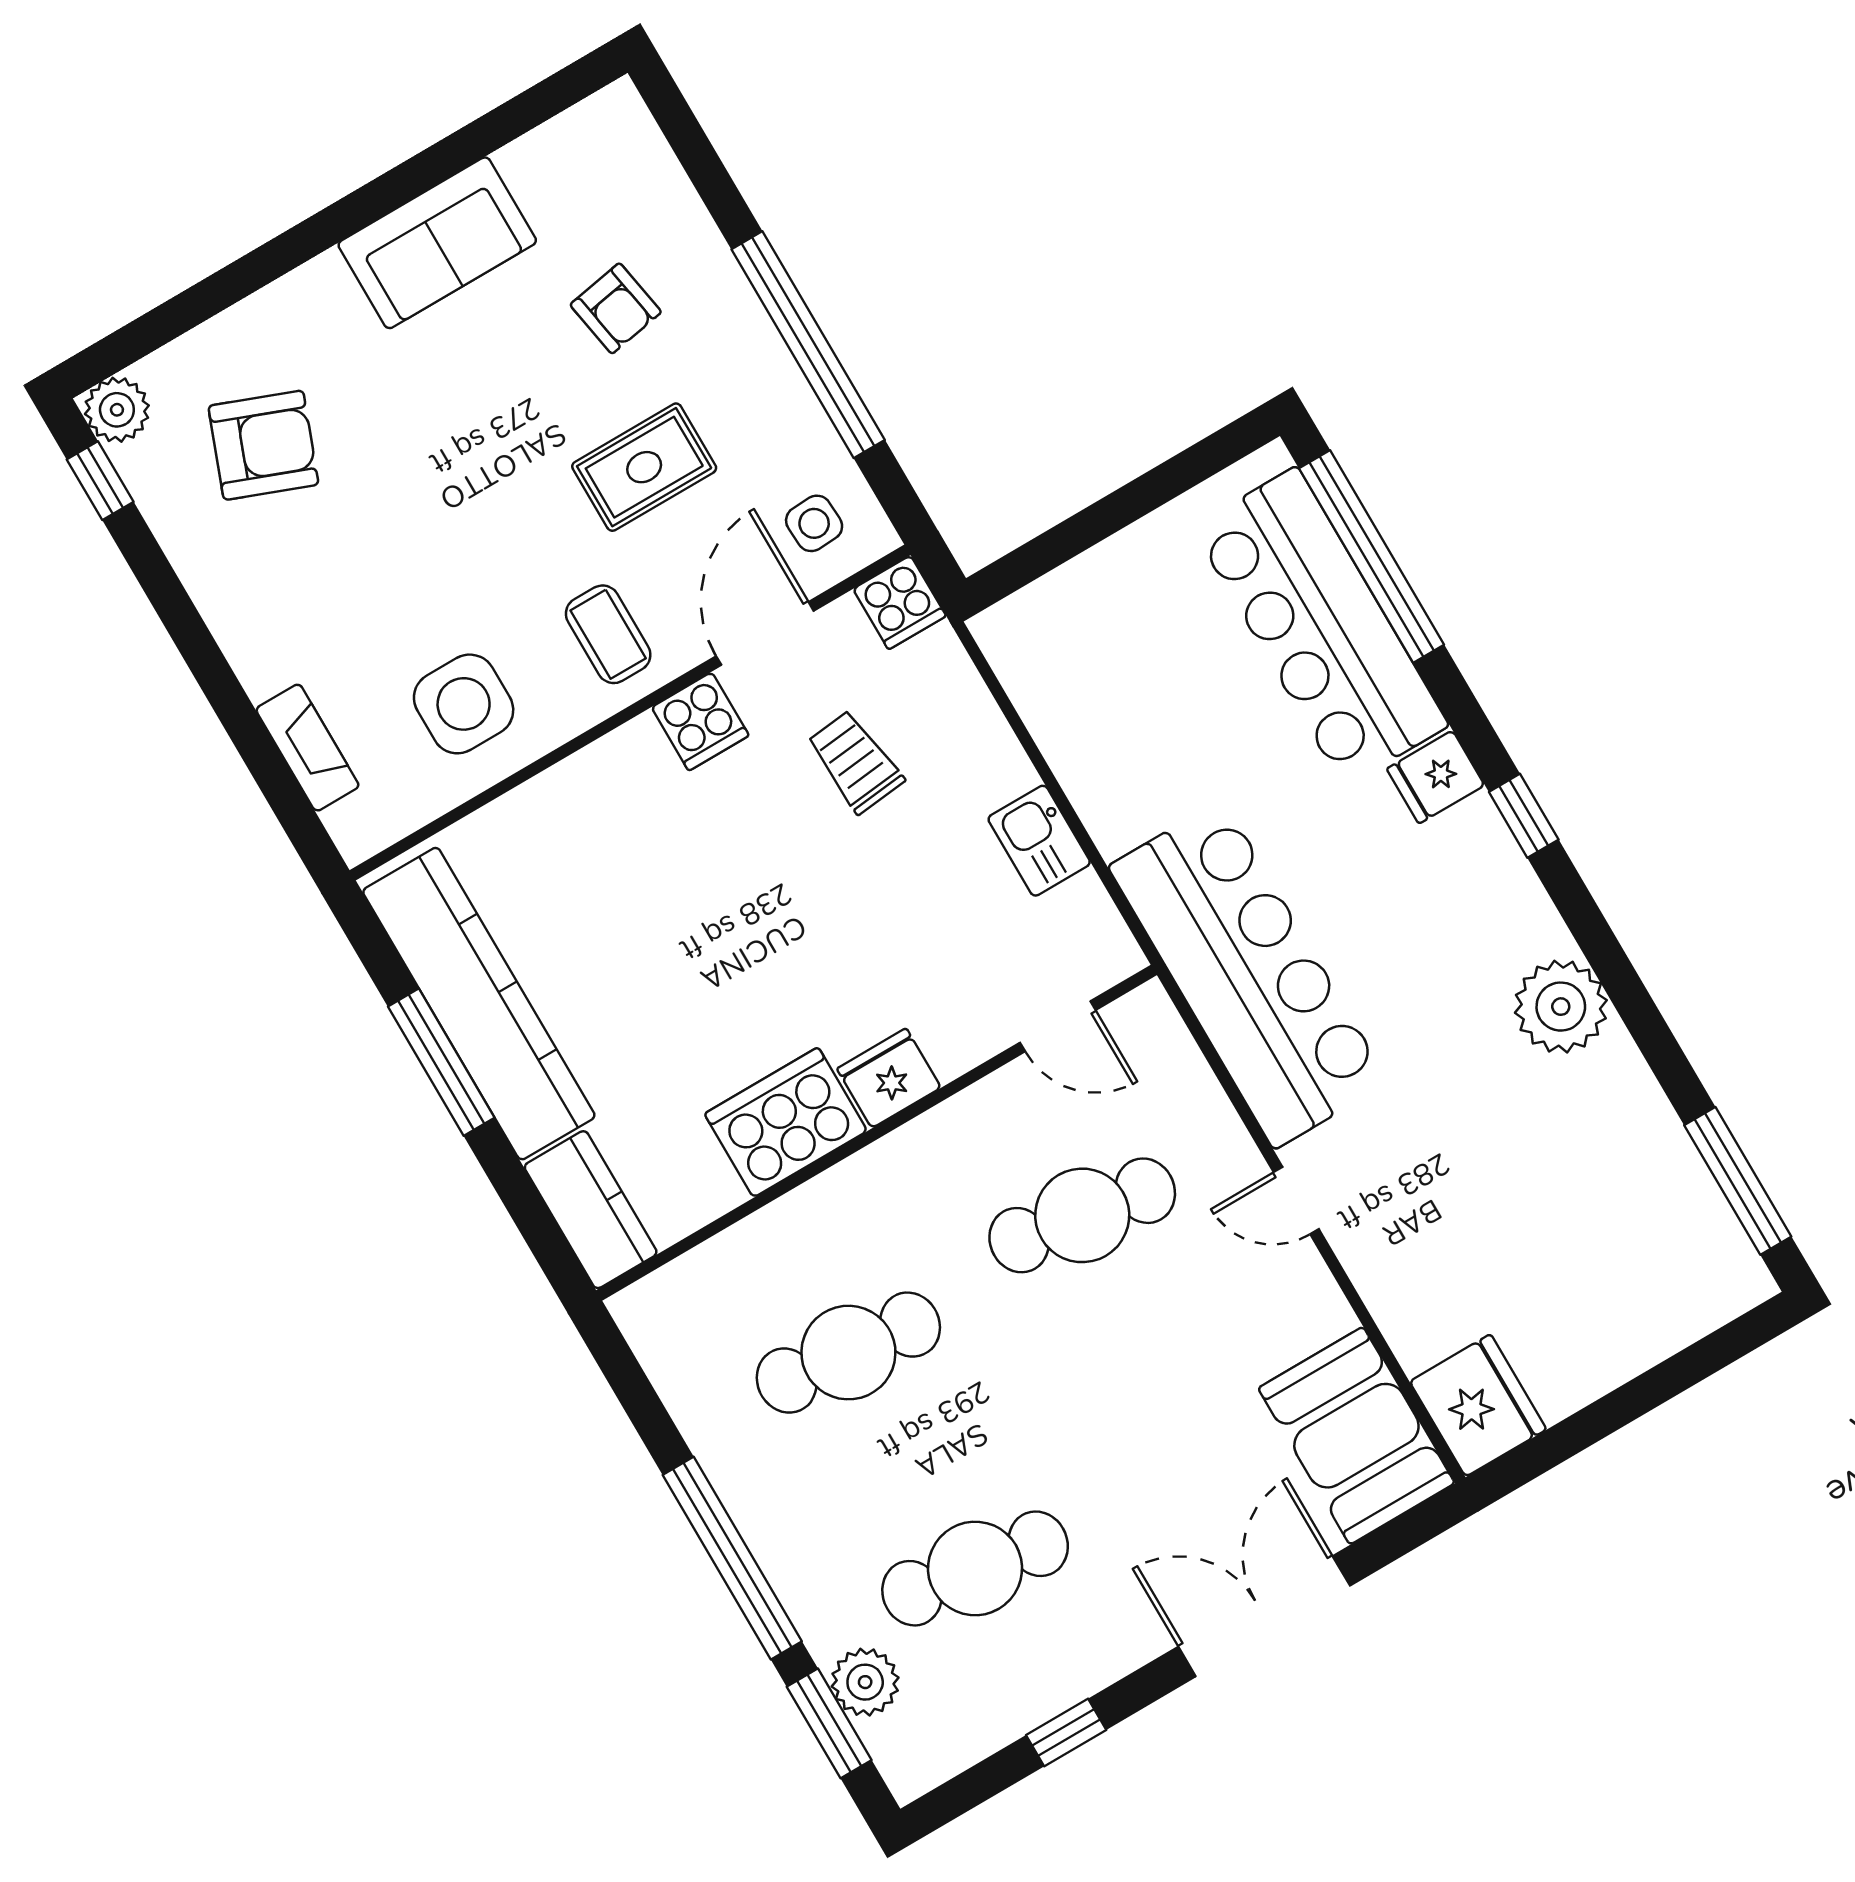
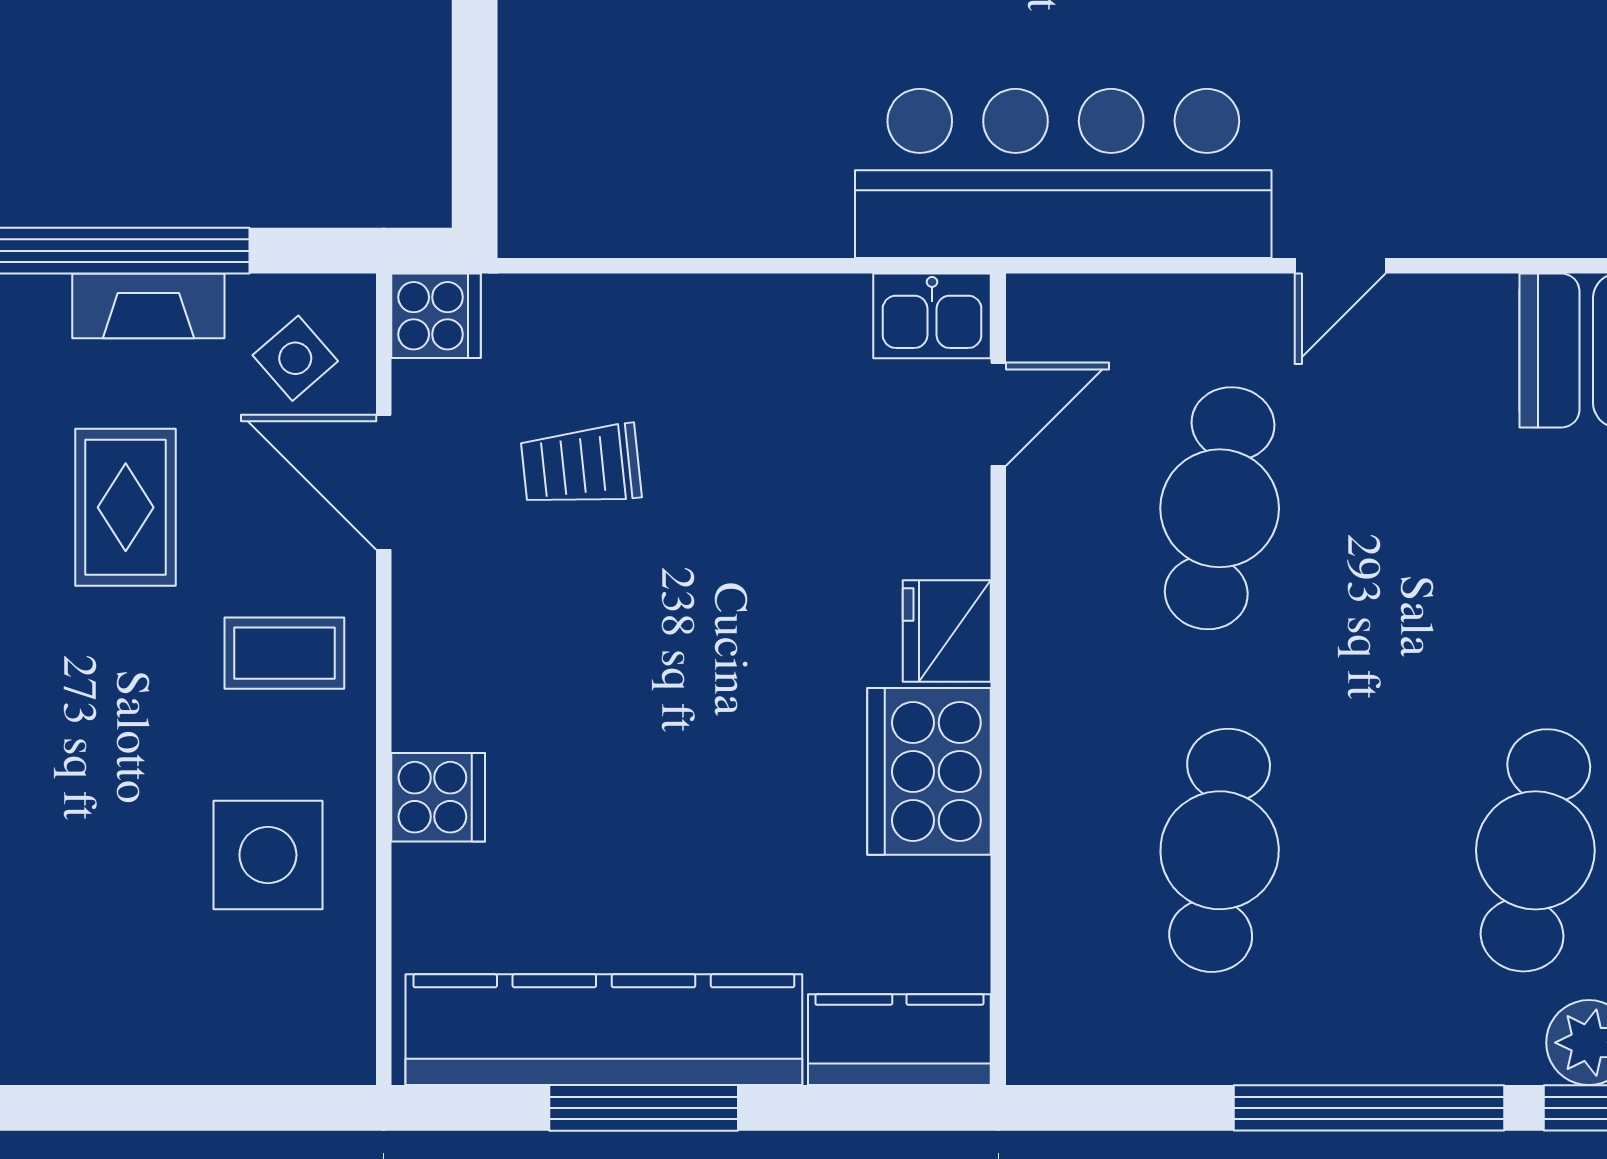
side table: (814, 523) -> (295, 358), turned -38
cooker: (700, 721) -> (438, 797), moved
fireplace: (307, 748) -> (148, 306), moved, turned 180
kitchen sink: (1039, 841) -> (932, 316), moved

